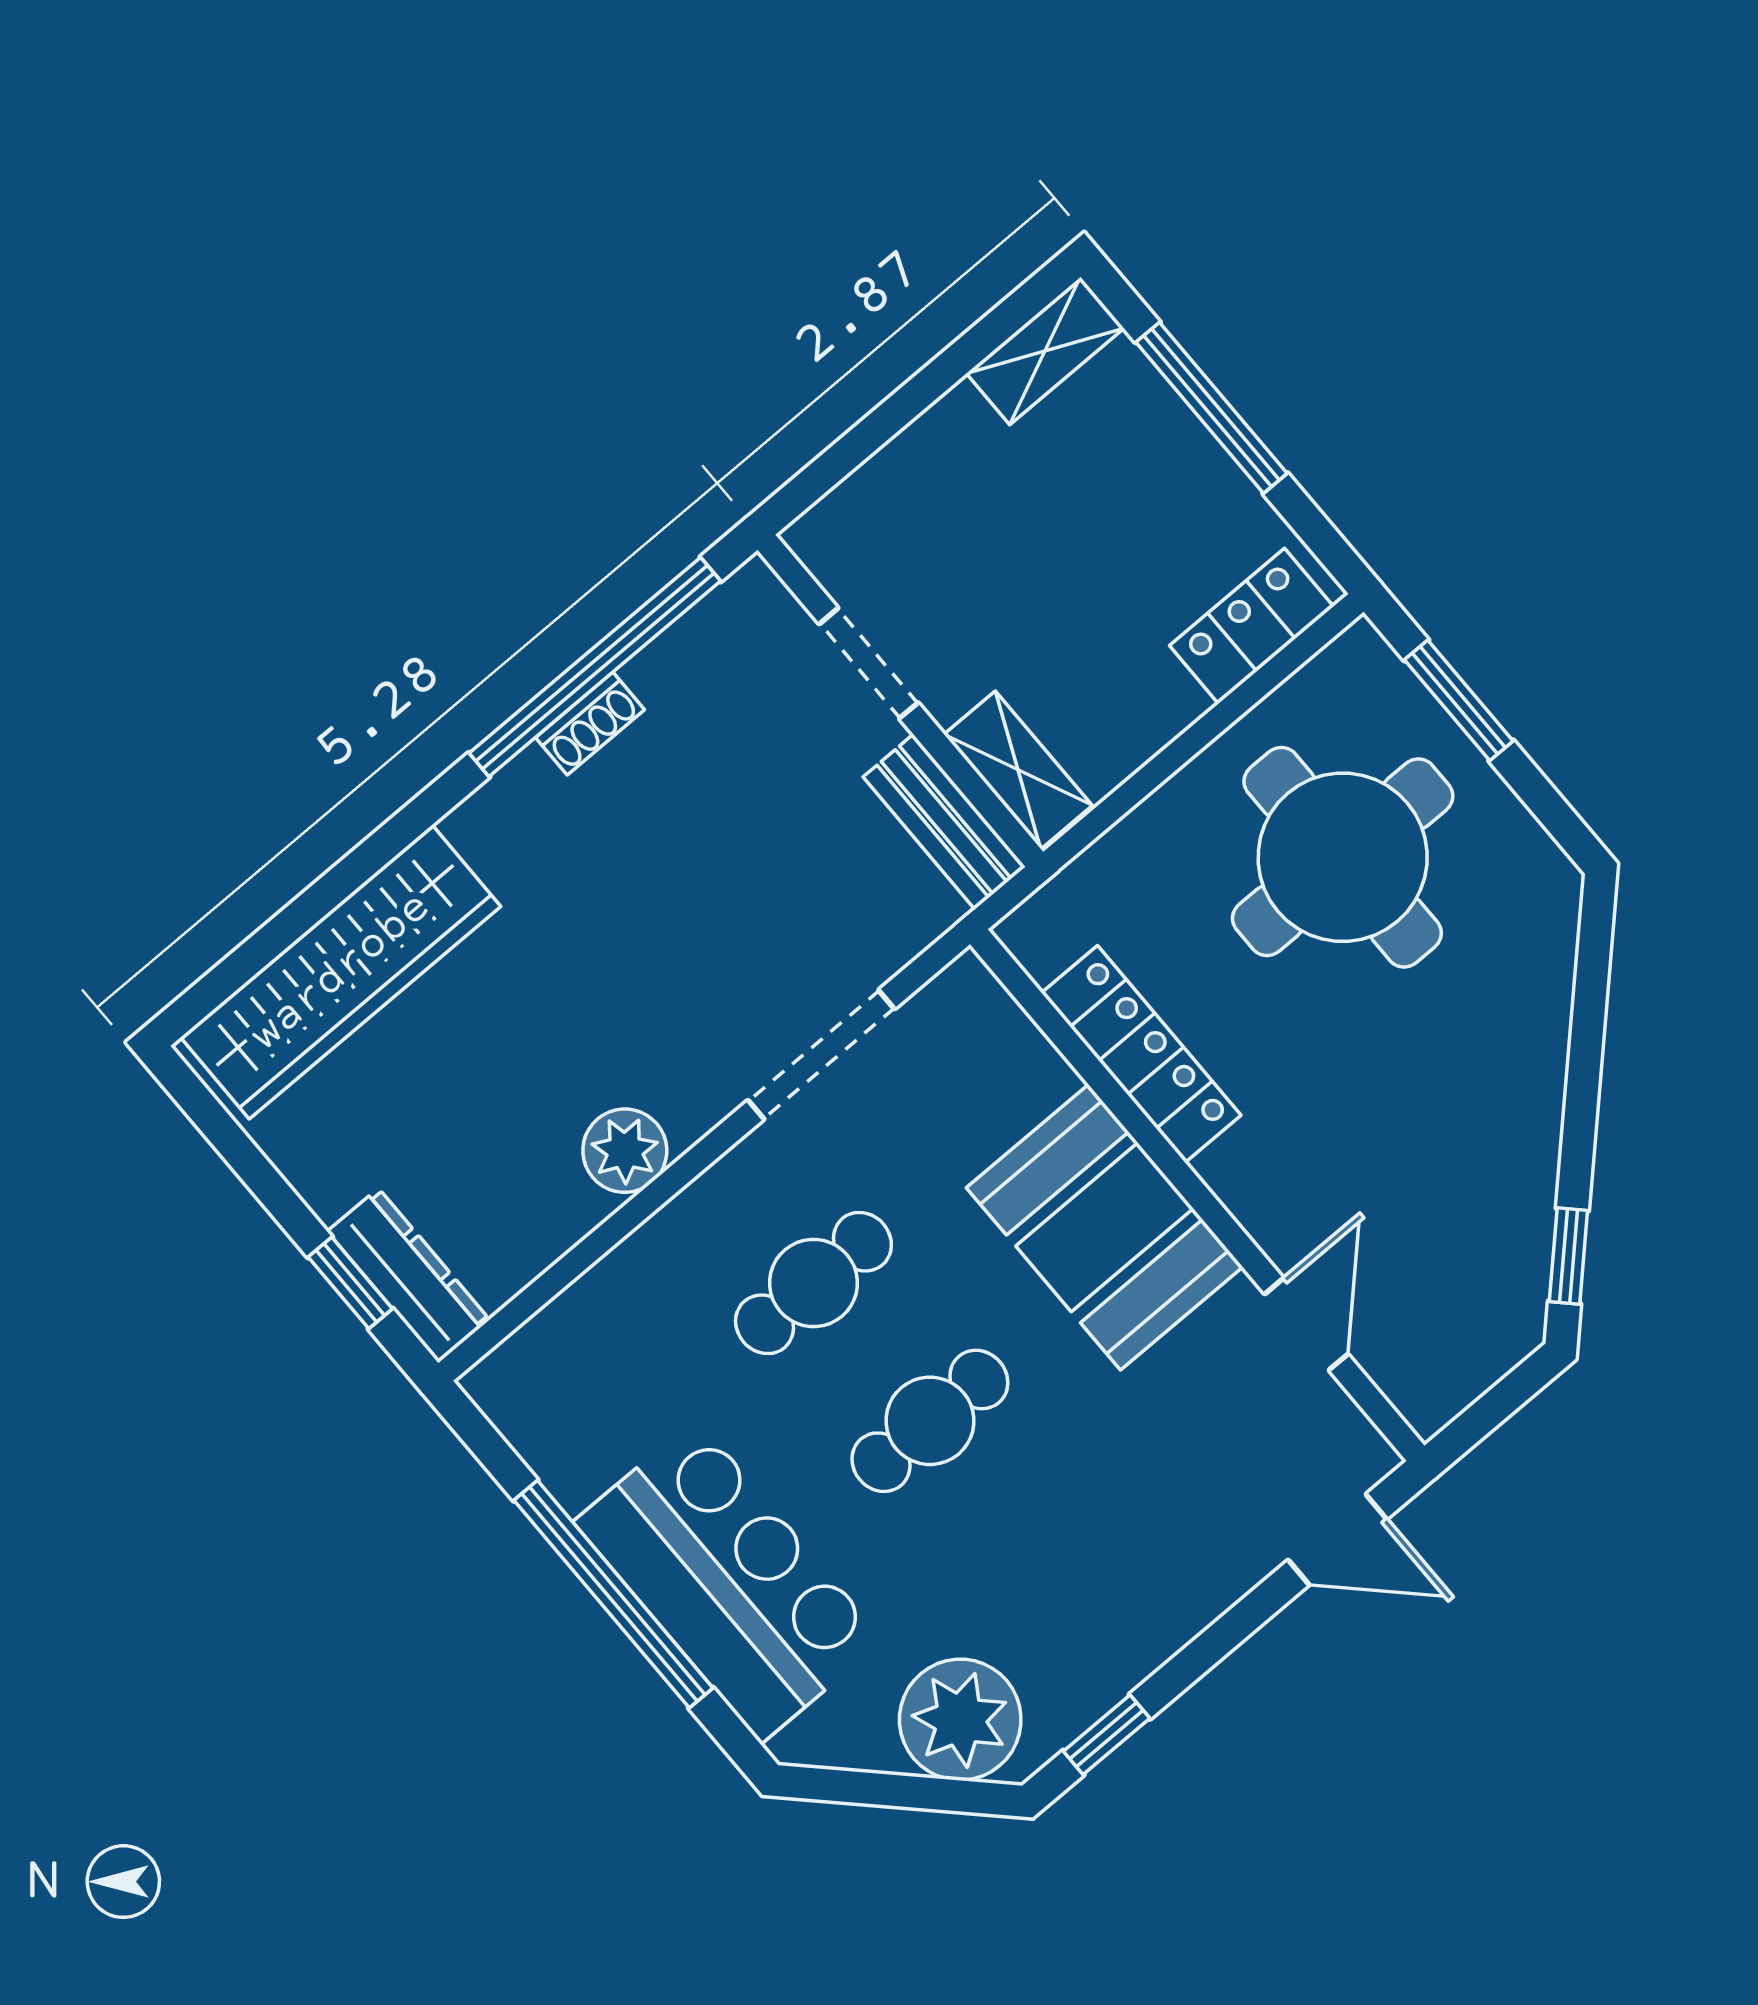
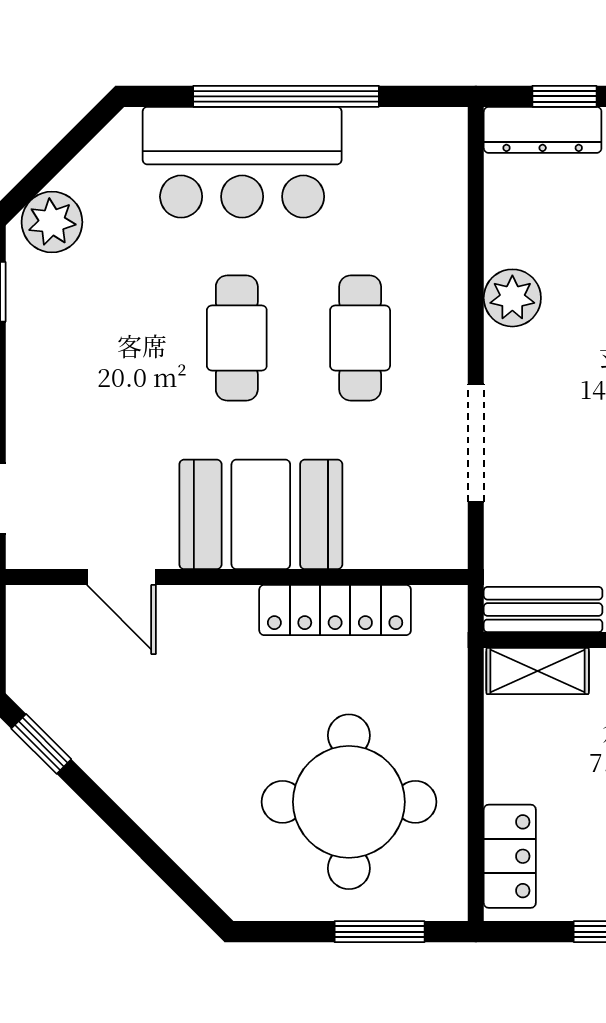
plant: (960, 1720) -> (52, 222), width x0.73, depth x0.73

